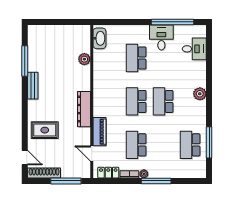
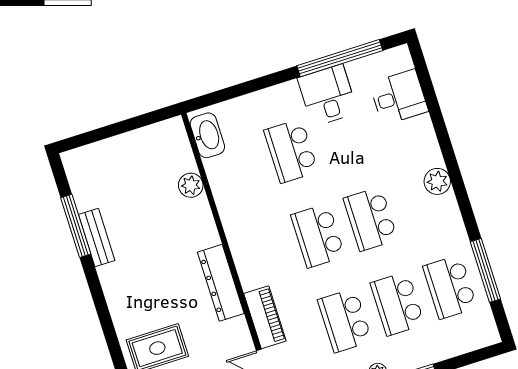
bench: (33, 86) -> (97, 238), moved
school desk: (163, 145) -> (397, 304), added

